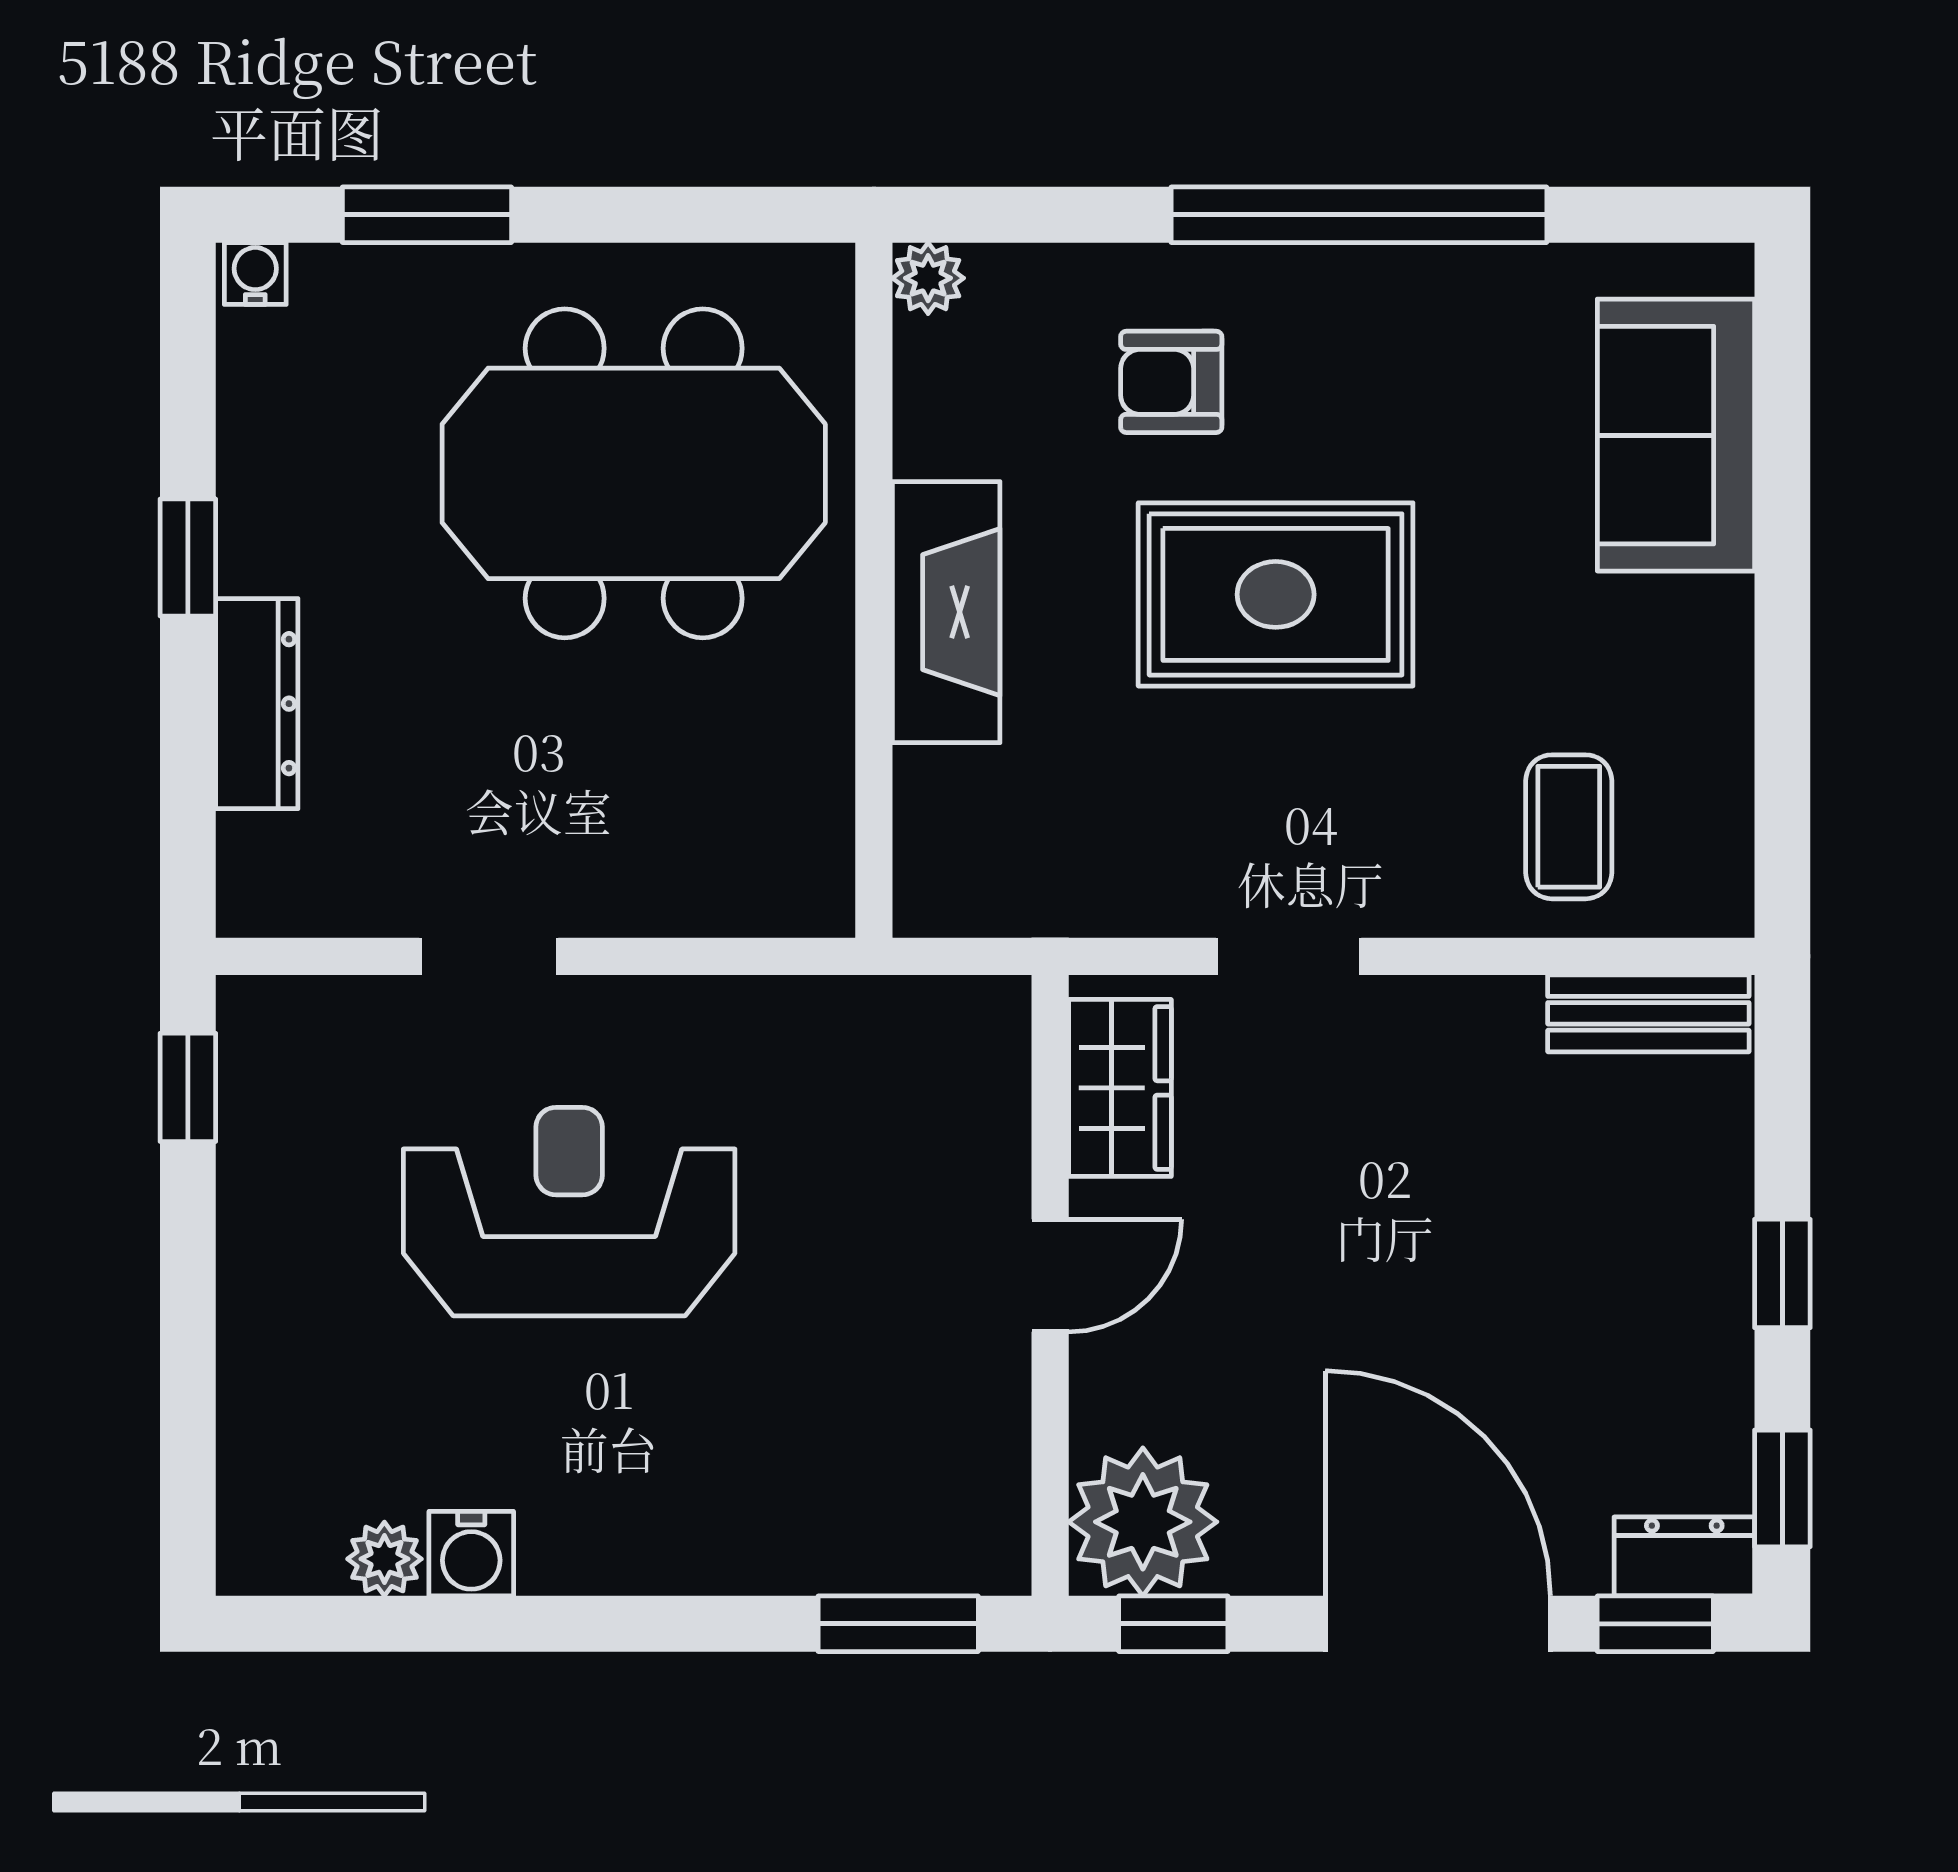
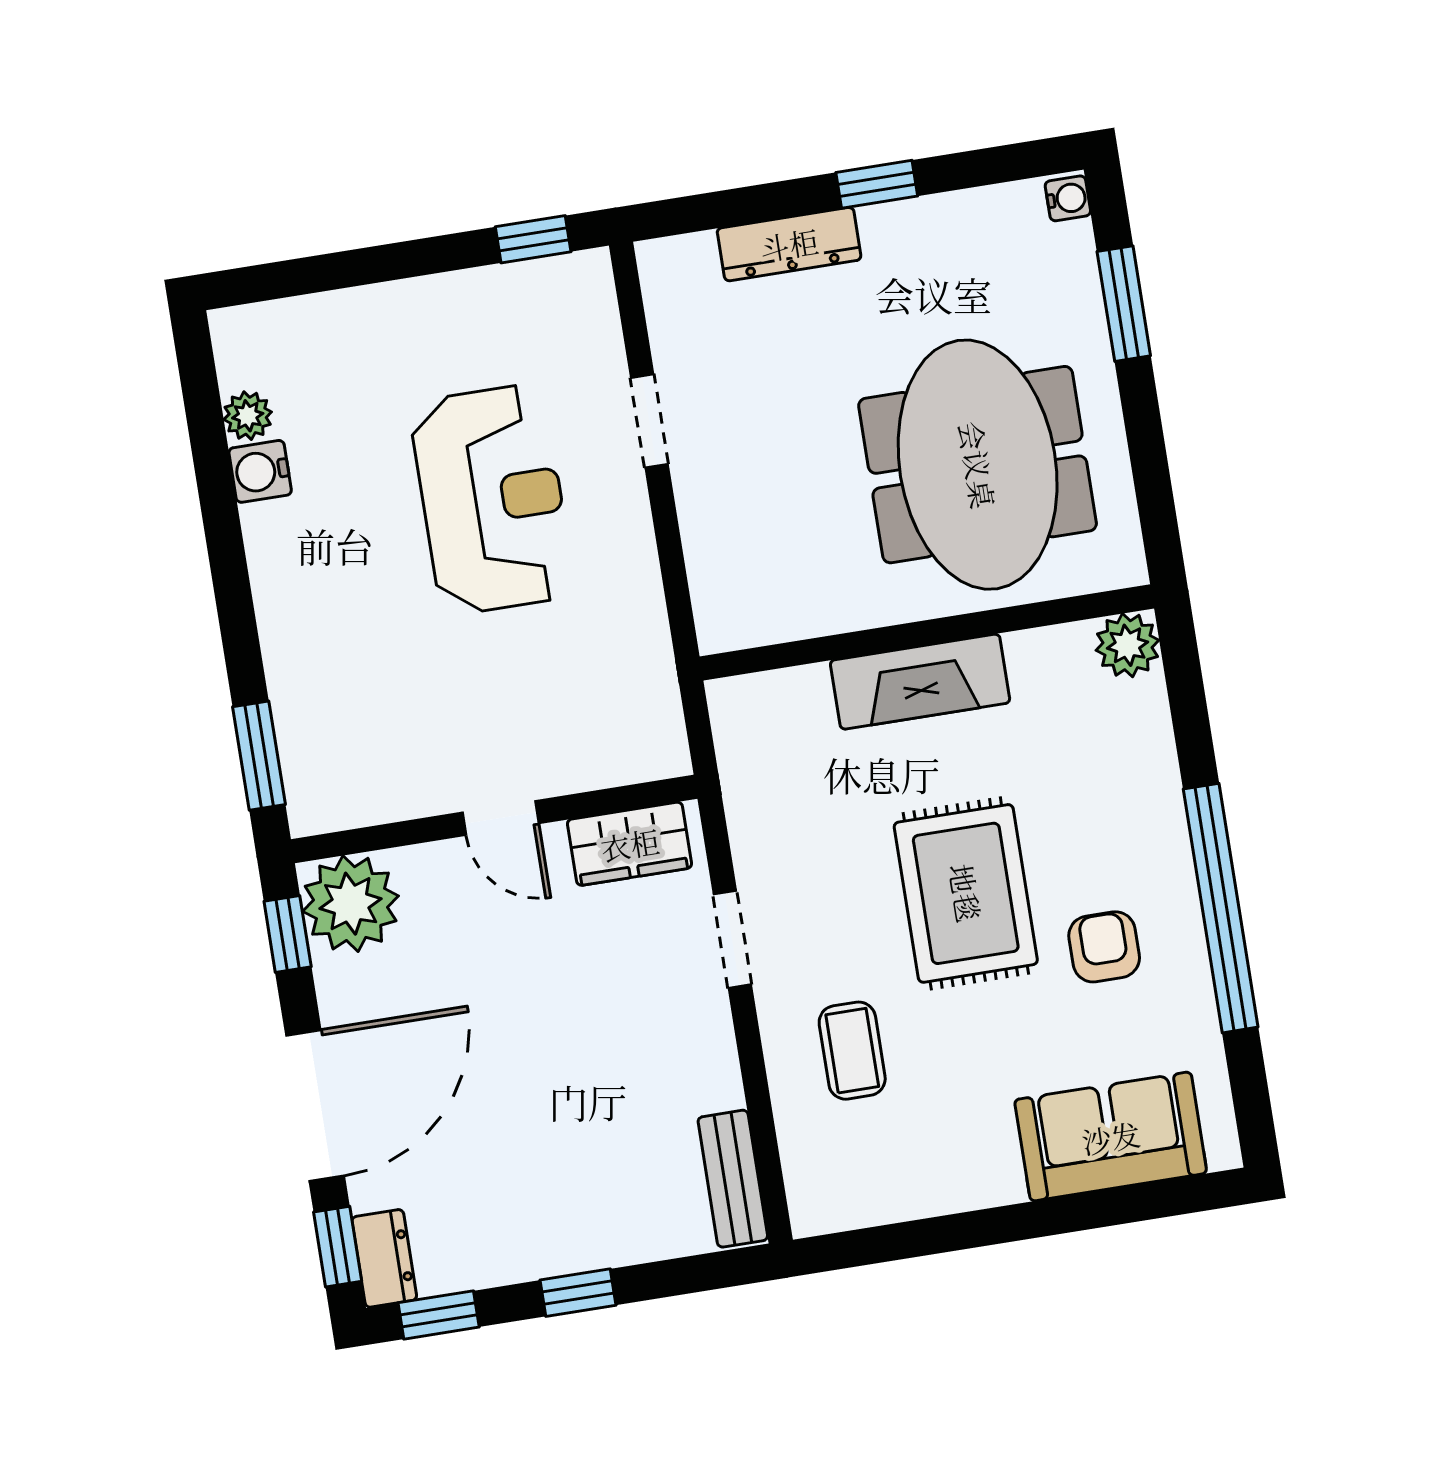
plant: (928, 278) -> (1127, 645), width x1.38, depth x1.38
armchair: (1171, 382) -> (1104, 947), moved
coffee table: (1569, 827) -> (852, 1051), moved, turned 90

